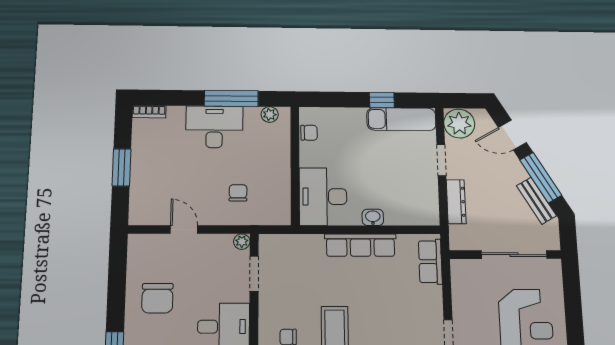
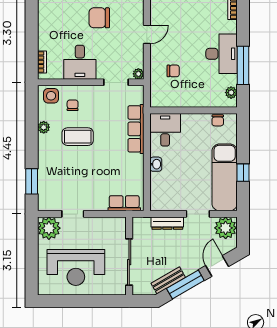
exam couch: (401, 119) -> (225, 177), width x1.36, depth x1.45
desk: (323, 197) -> (165, 130), width x0.73
row of seats: (360, 245) -> (136, 129), moved

